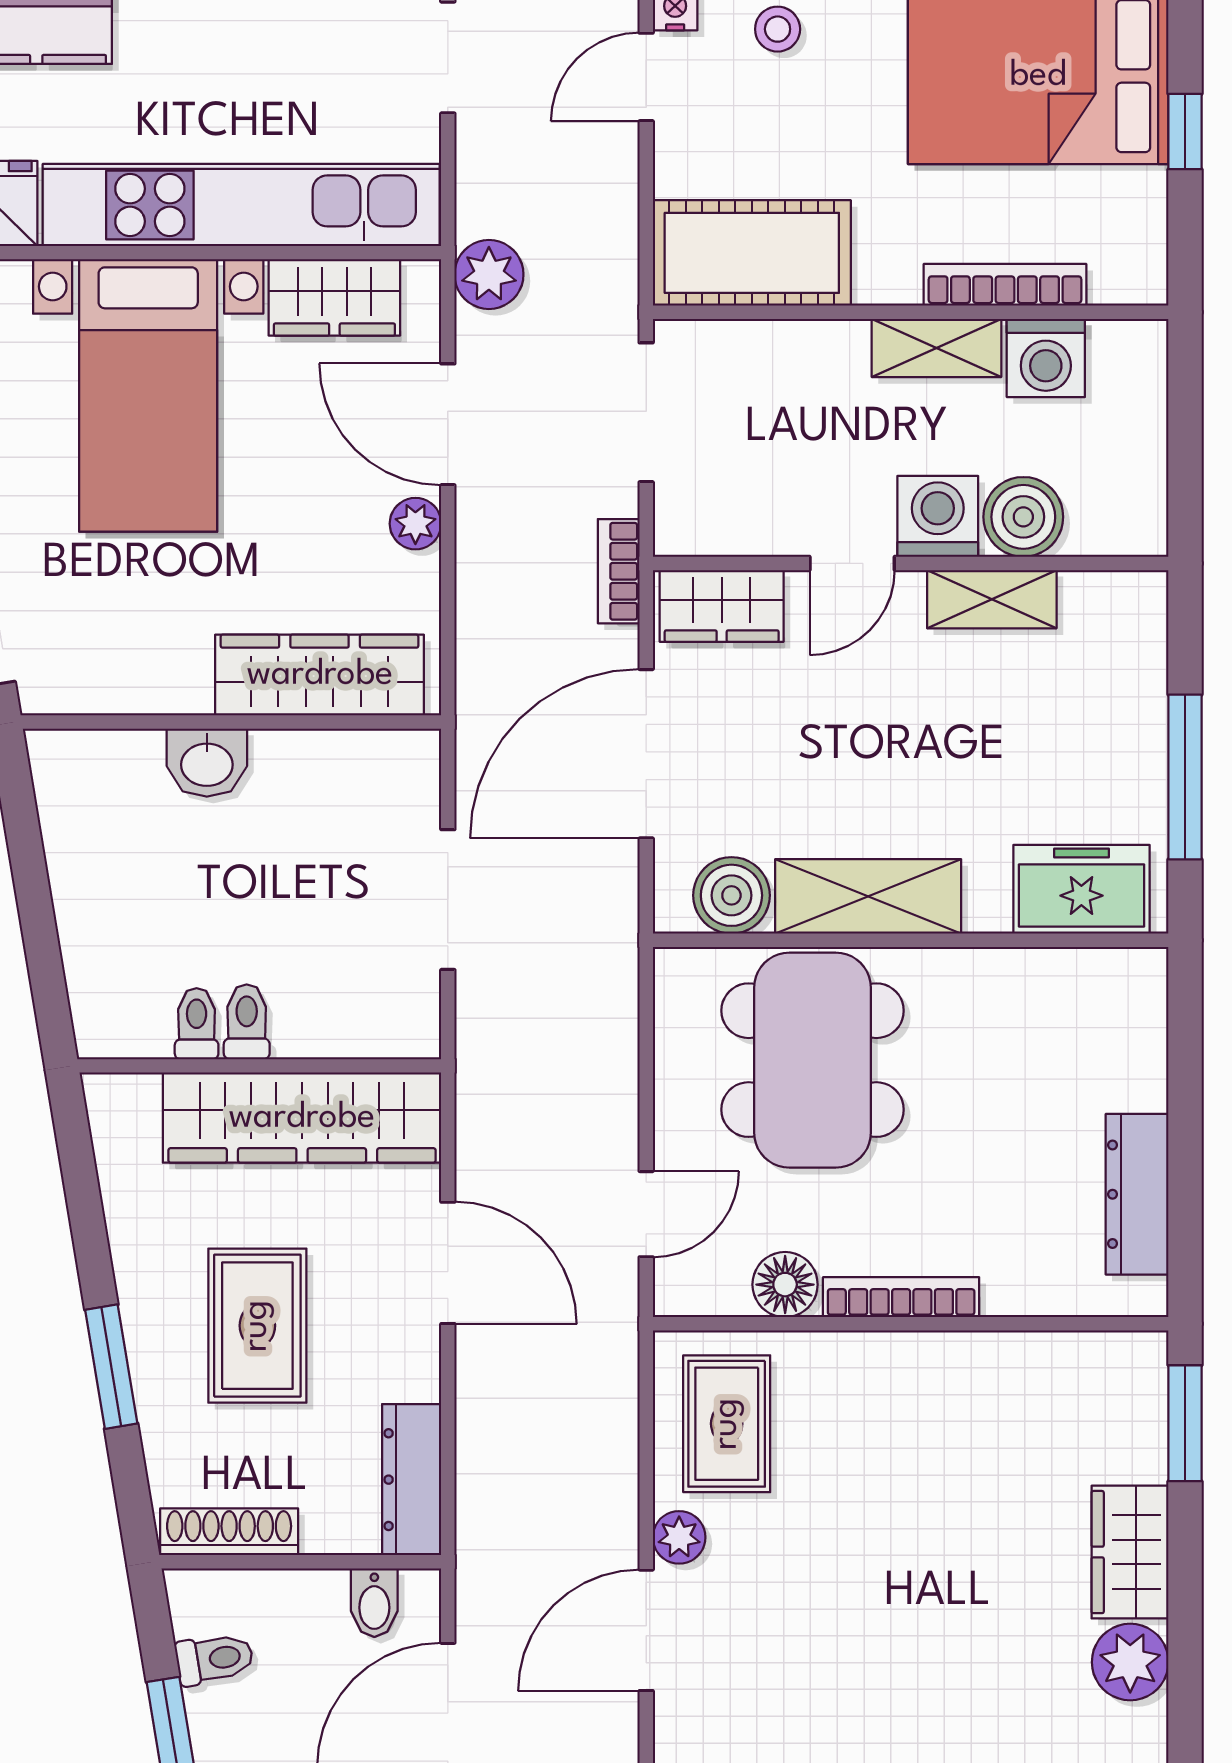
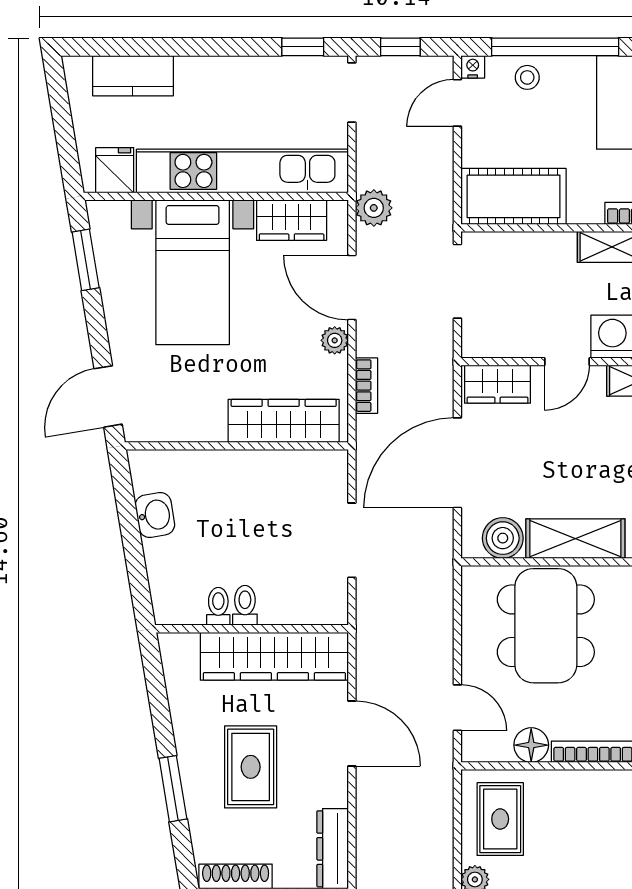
bookcase: (619, 571) -> (366, 386), moved, turned 180
washbasin: (207, 763) -> (155, 515), moved, turned -99
door: (646, 1214) -> (457, 708), hinge flipped

